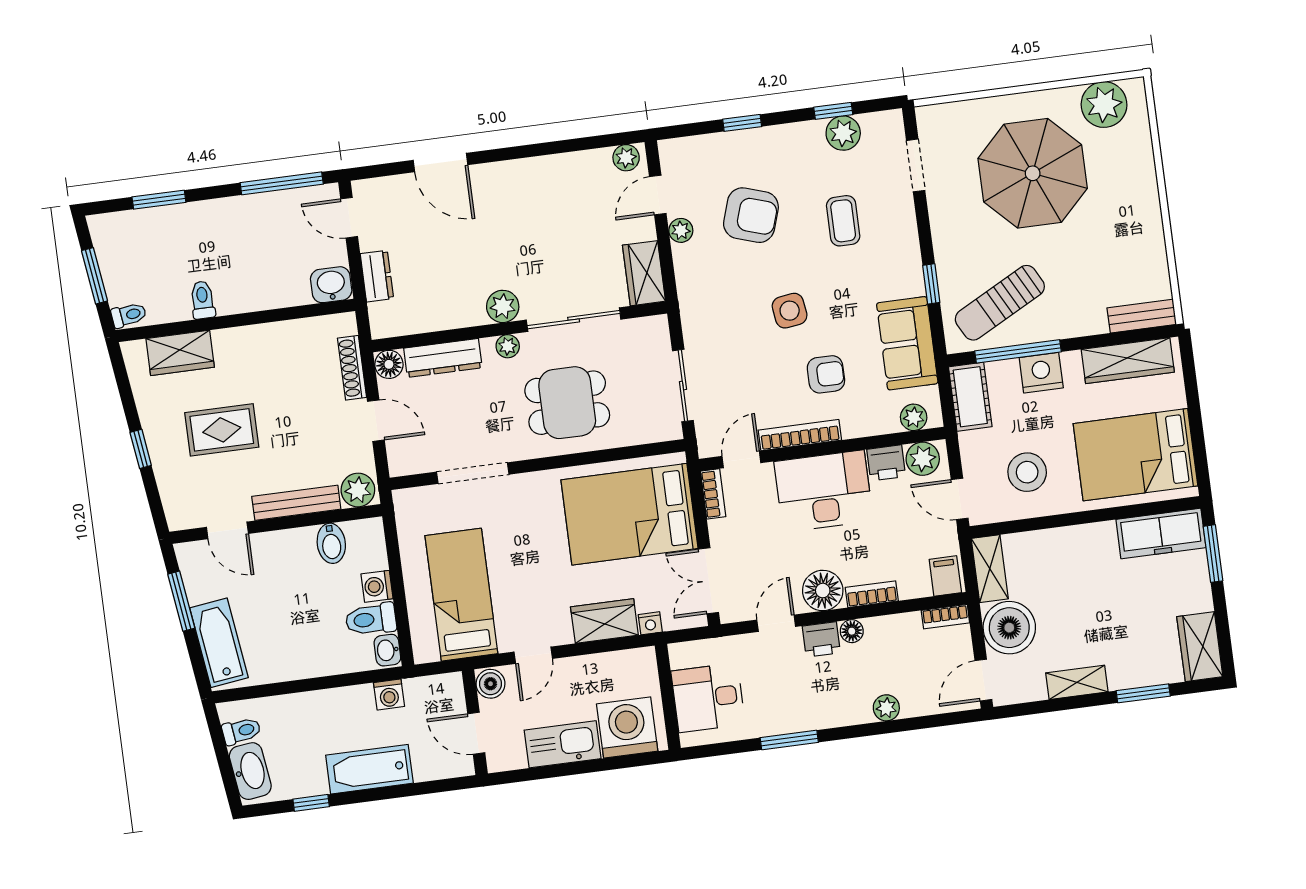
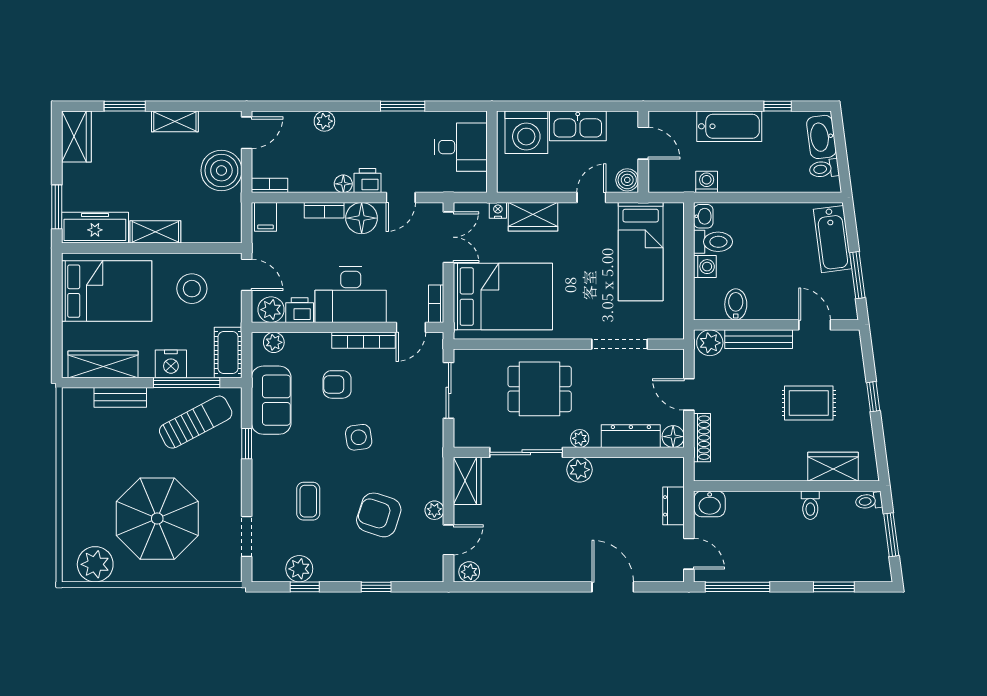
bench: (1142, 316) -> (120, 397), moved
shelving: (990, 569) -> (155, 232), moved, turned 90

